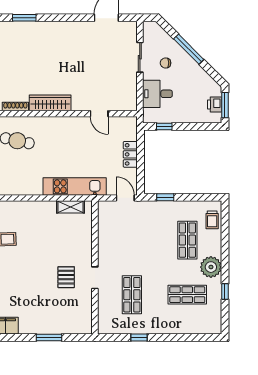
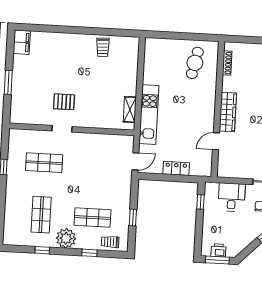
wardrobe: (50, 103) -> (228, 112), moved
window: (165, 197) -> (133, 218), moved
window: (225, 241) -> (89, 253), added

